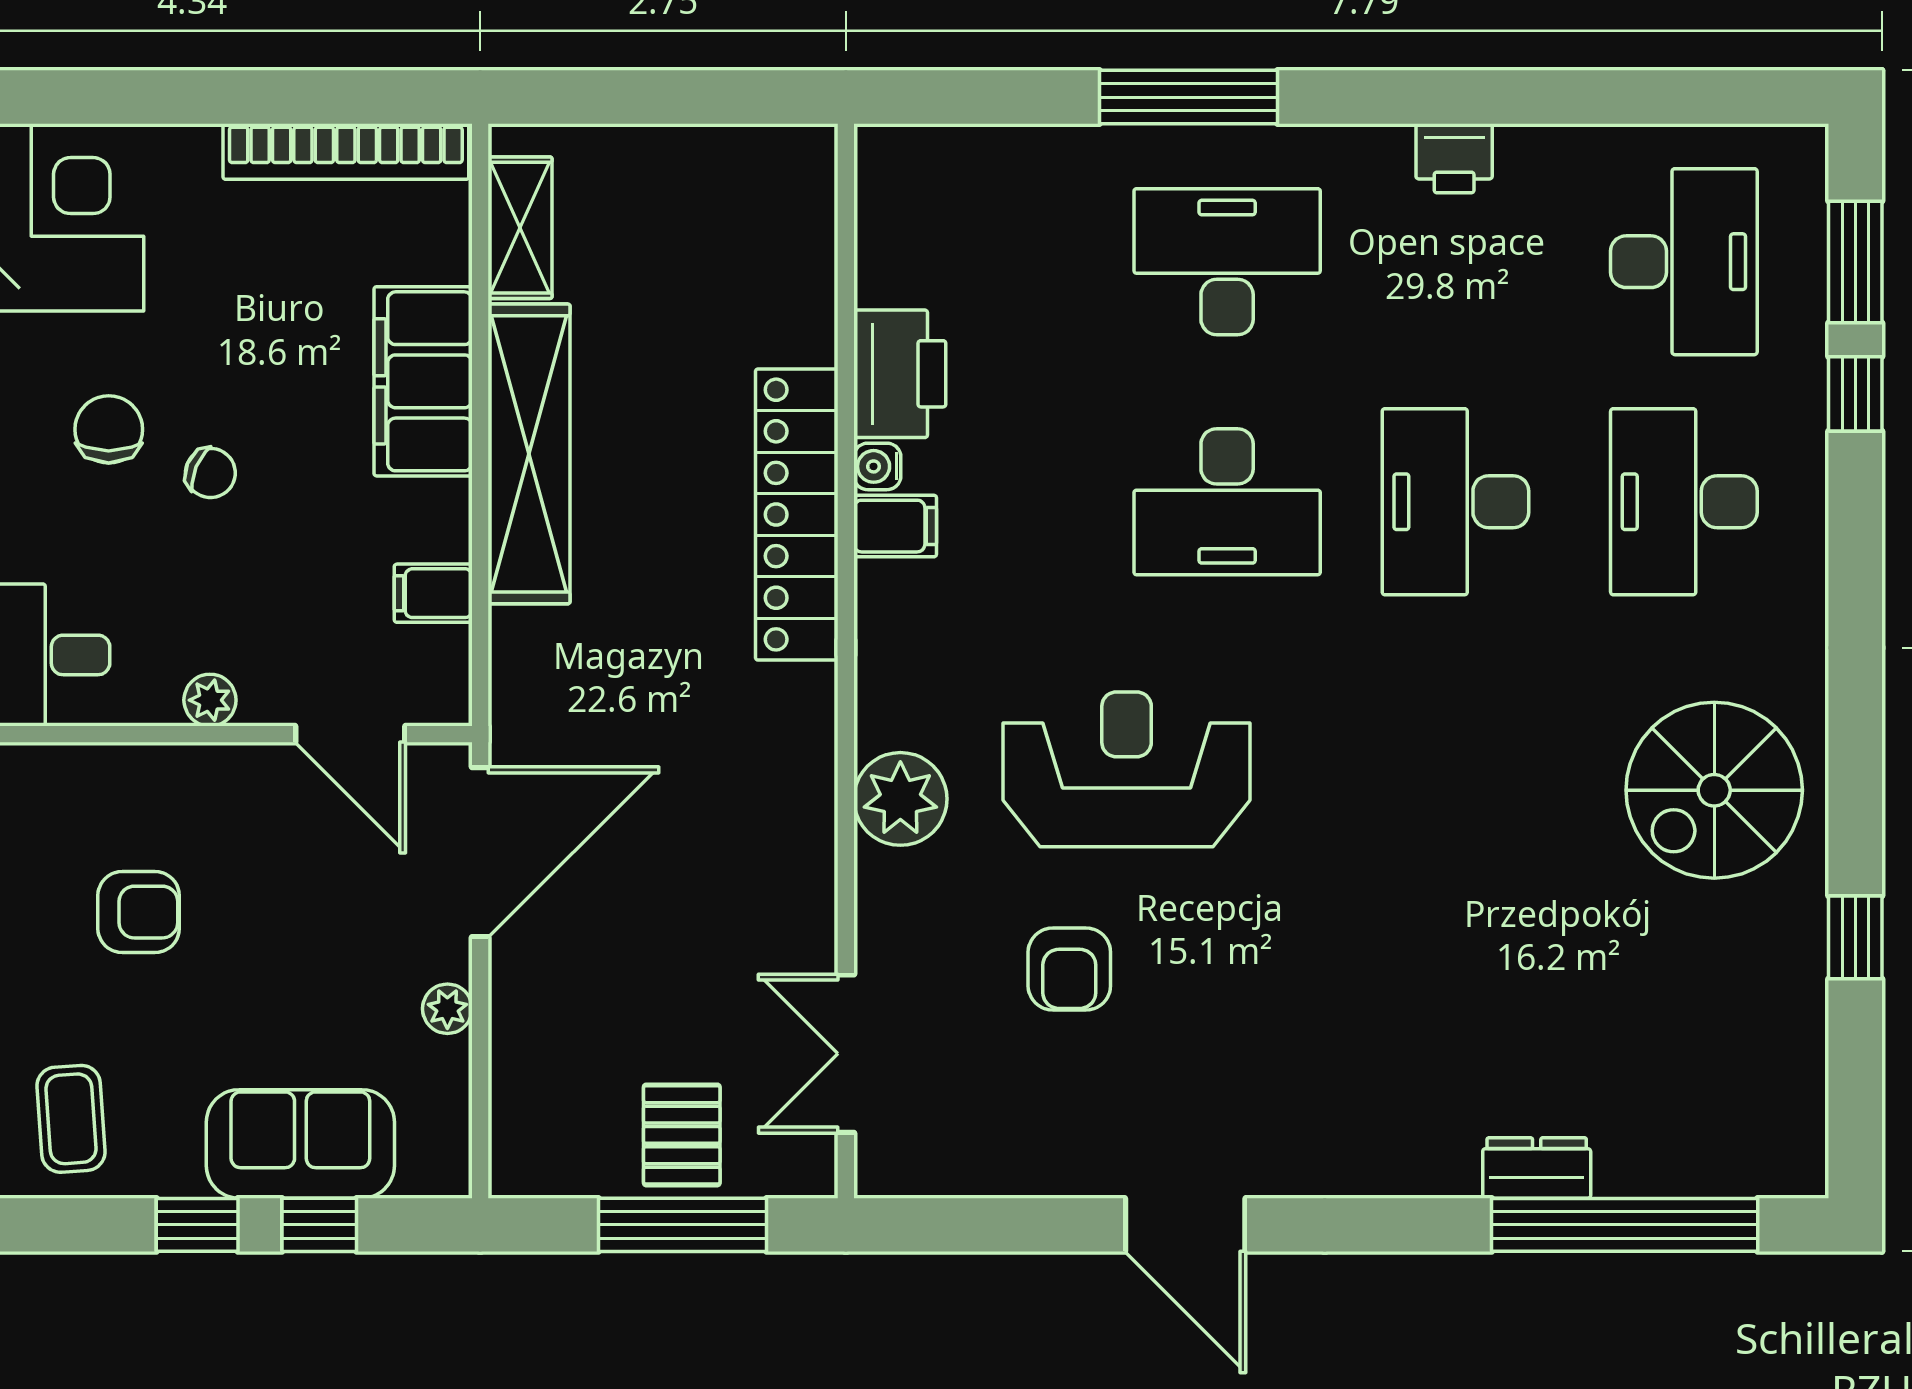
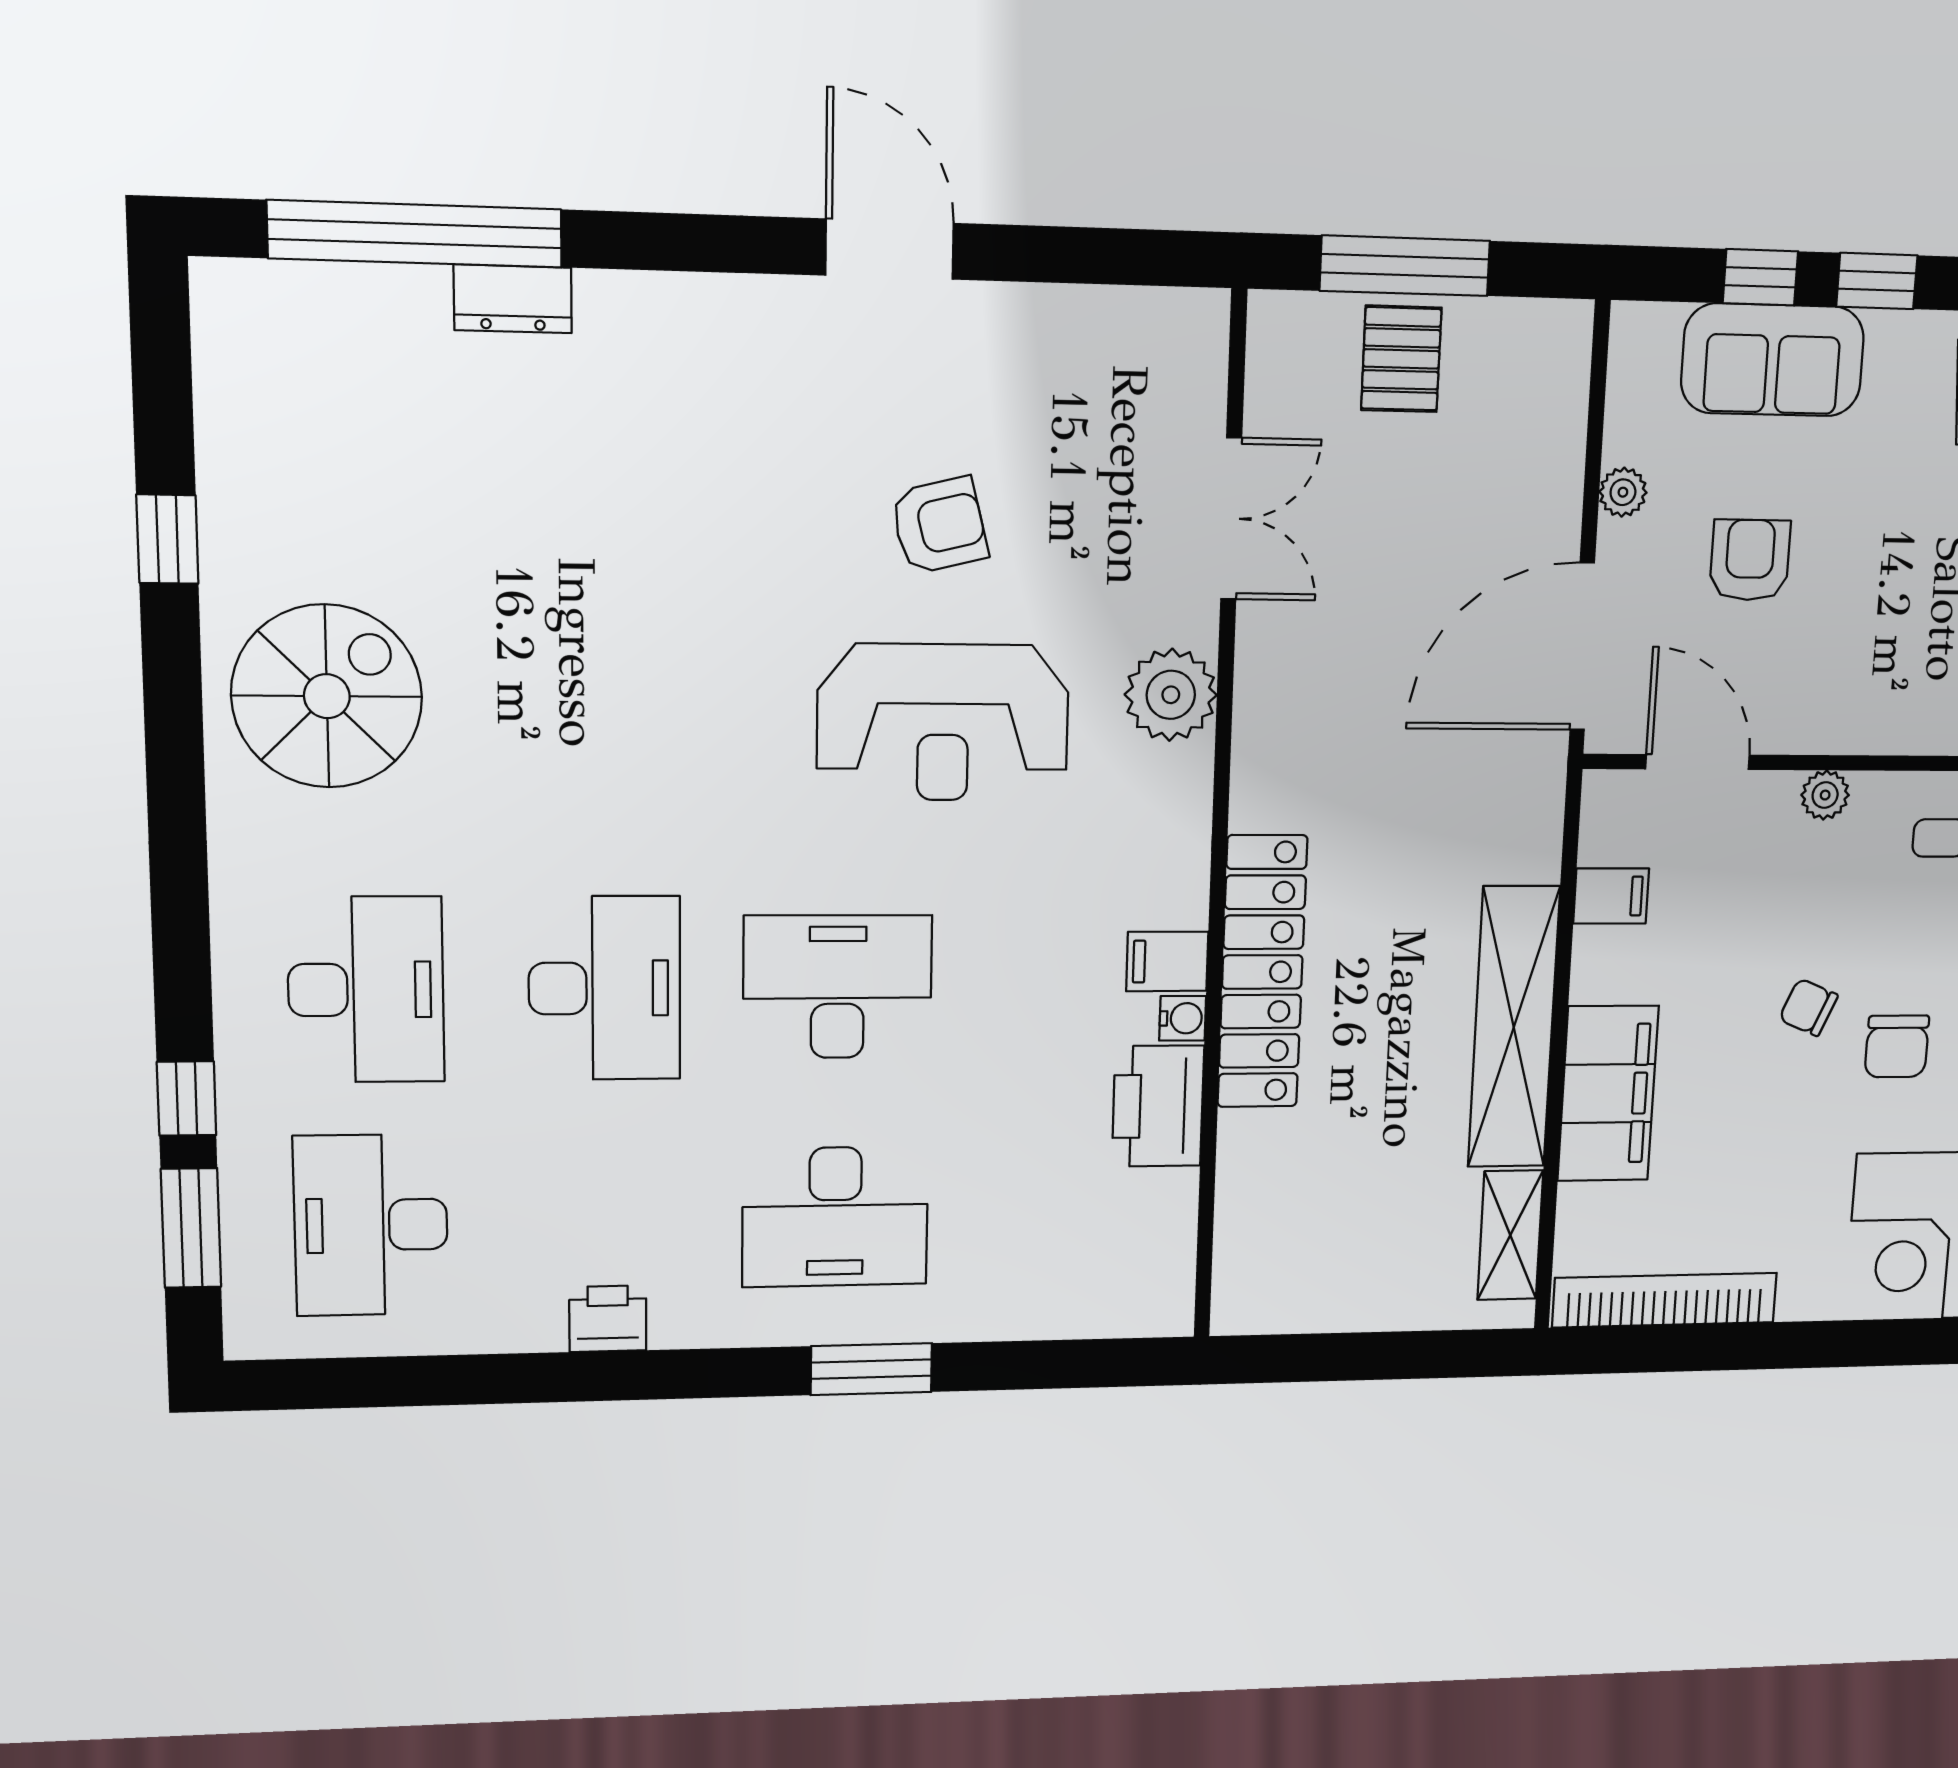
window: (1189, 97) -> (871, 1369), width x0.69
armchair: (139, 912) -> (1750, 560), moved, turned 90
armchair: (1069, 969) -> (939, 525), moved, turned 76
double door: (846, 1054) -> (1231, 519), moved

